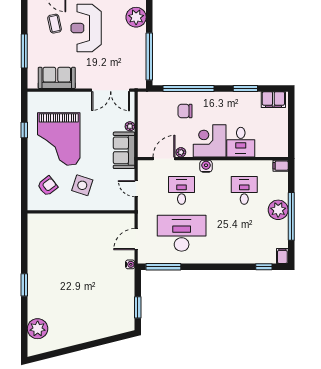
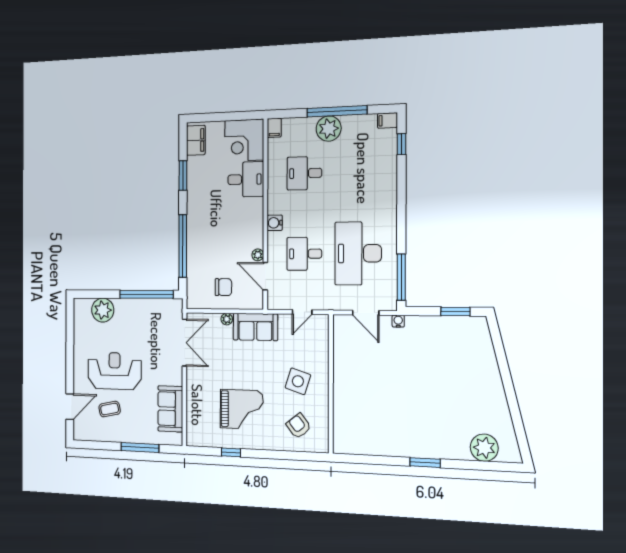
reception desk: (86, 28) -> (114, 371), turned 180
chair: (185, 111) -> (223, 287), moved, turned -90
grand piano: (59, 139) -> (242, 409), width x0.73, depth x0.68
corner desk: (210, 141) -> (244, 140), moved

